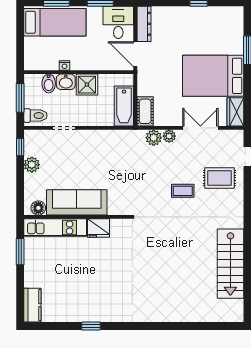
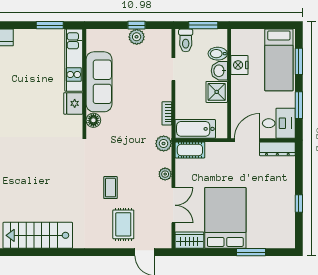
nightstand: (65, 66) -> (239, 65), width x1.89, depth x1.79
bookcase: (108, 134) -> (167, 113), added
plant: (154, 138) -> (164, 143), moved
window: (20, 147) -> (136, 25), moved
floor lamp: (38, 208) -> (93, 120), moved

